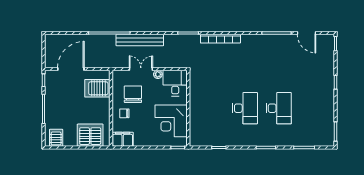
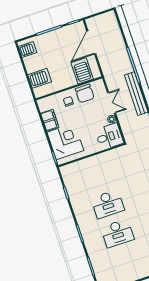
door: (71, 69) -> (91, 42), swing flipped
chair: (133, 94) -> (85, 93), moved, turned 90
corner desk: (171, 121) -> (65, 141), moved, turned 90
server rack: (90, 135) -> (40, 78), width x0.62
filing cabinet: (123, 139) -> (50, 120), moved

